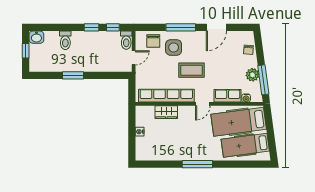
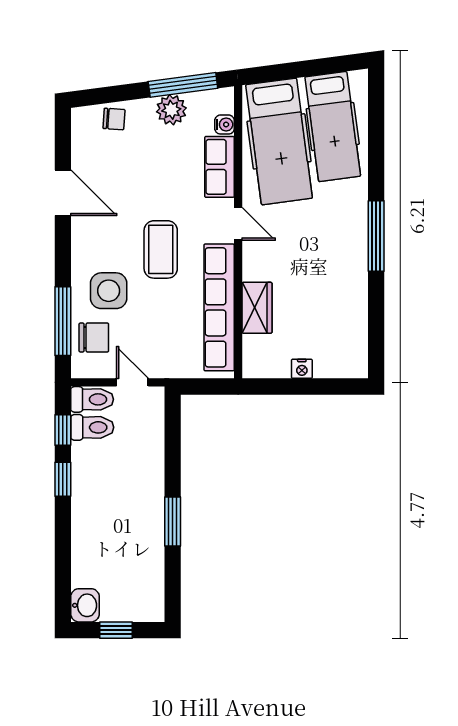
window: (181, 27) -> (63, 321), moved
toilet: (65, 40) -> (92, 427), moved

